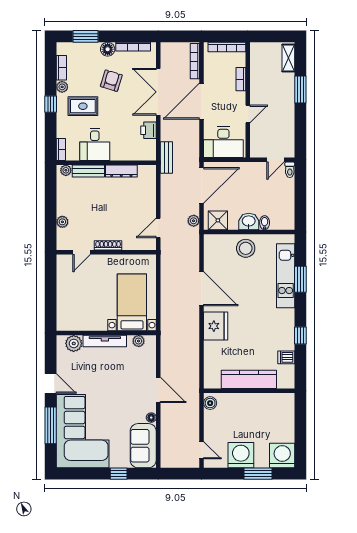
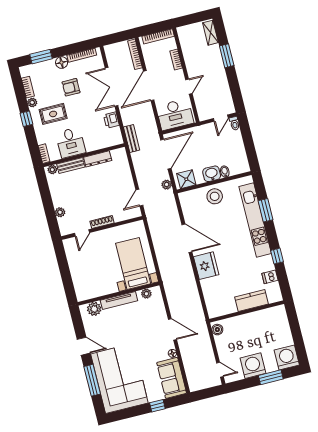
armchair: (111, 81) -> (71, 87), turned -107
kitchen unit: (286, 276) -> (255, 220), width x1.36
kitchen counter: (249, 379) -> (252, 300), width x0.67

